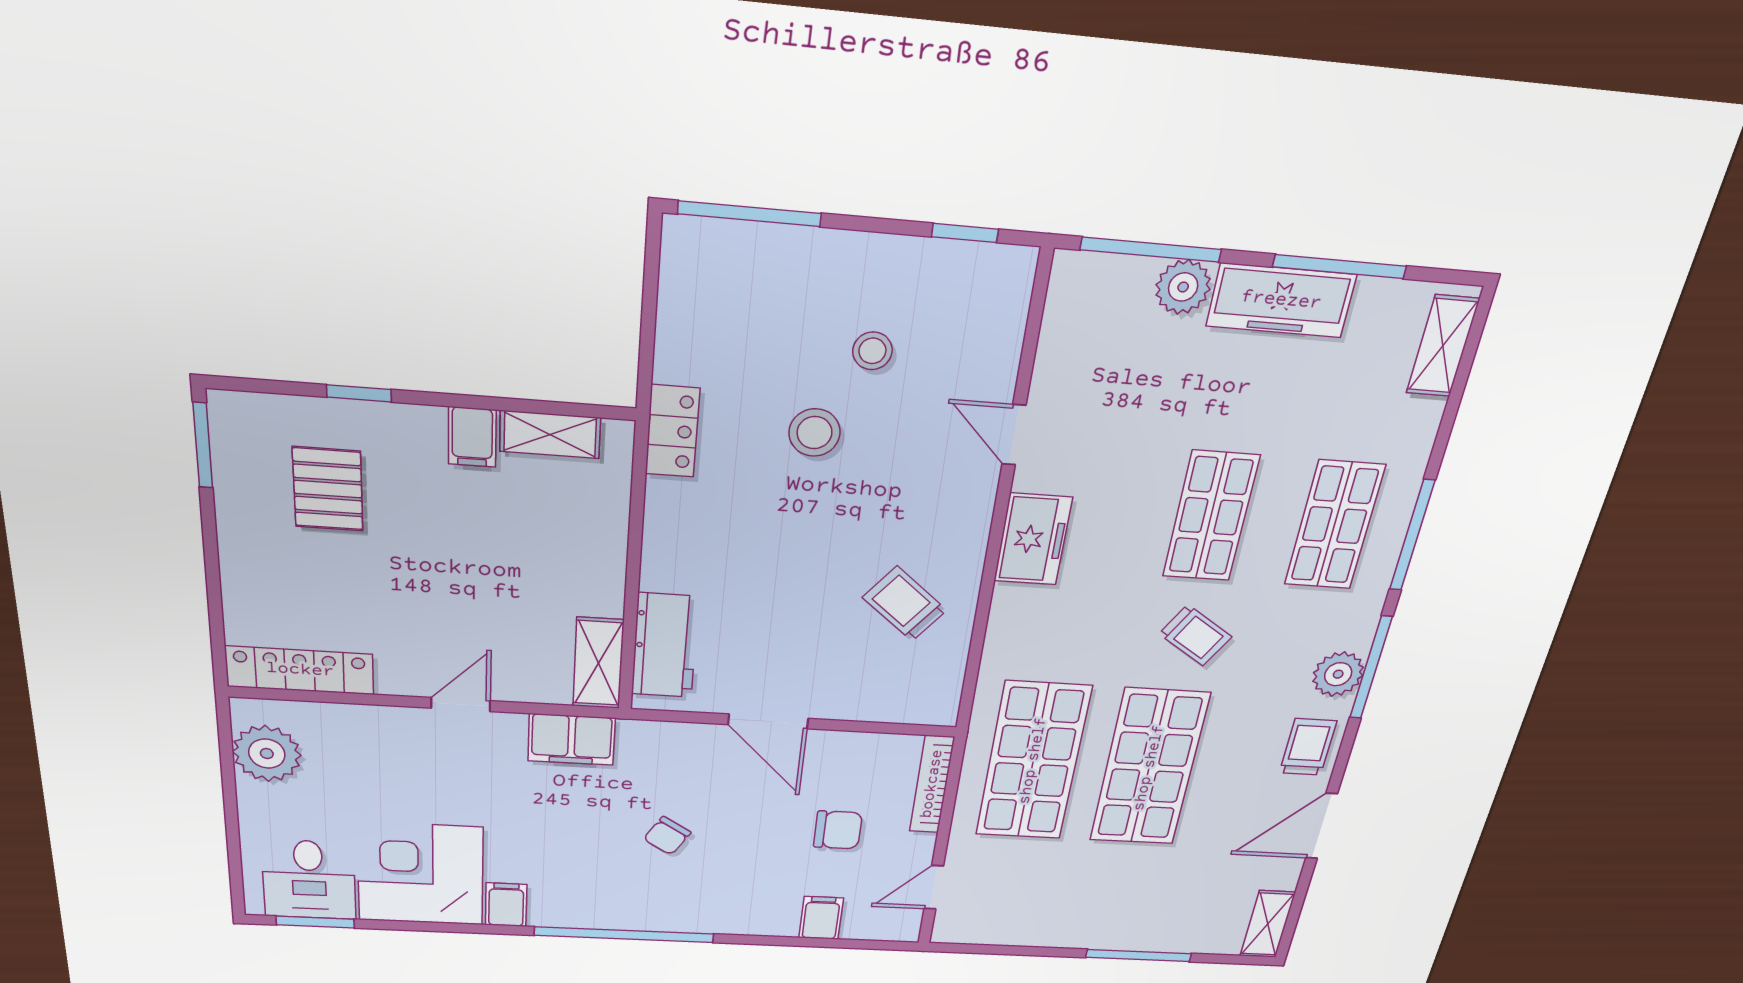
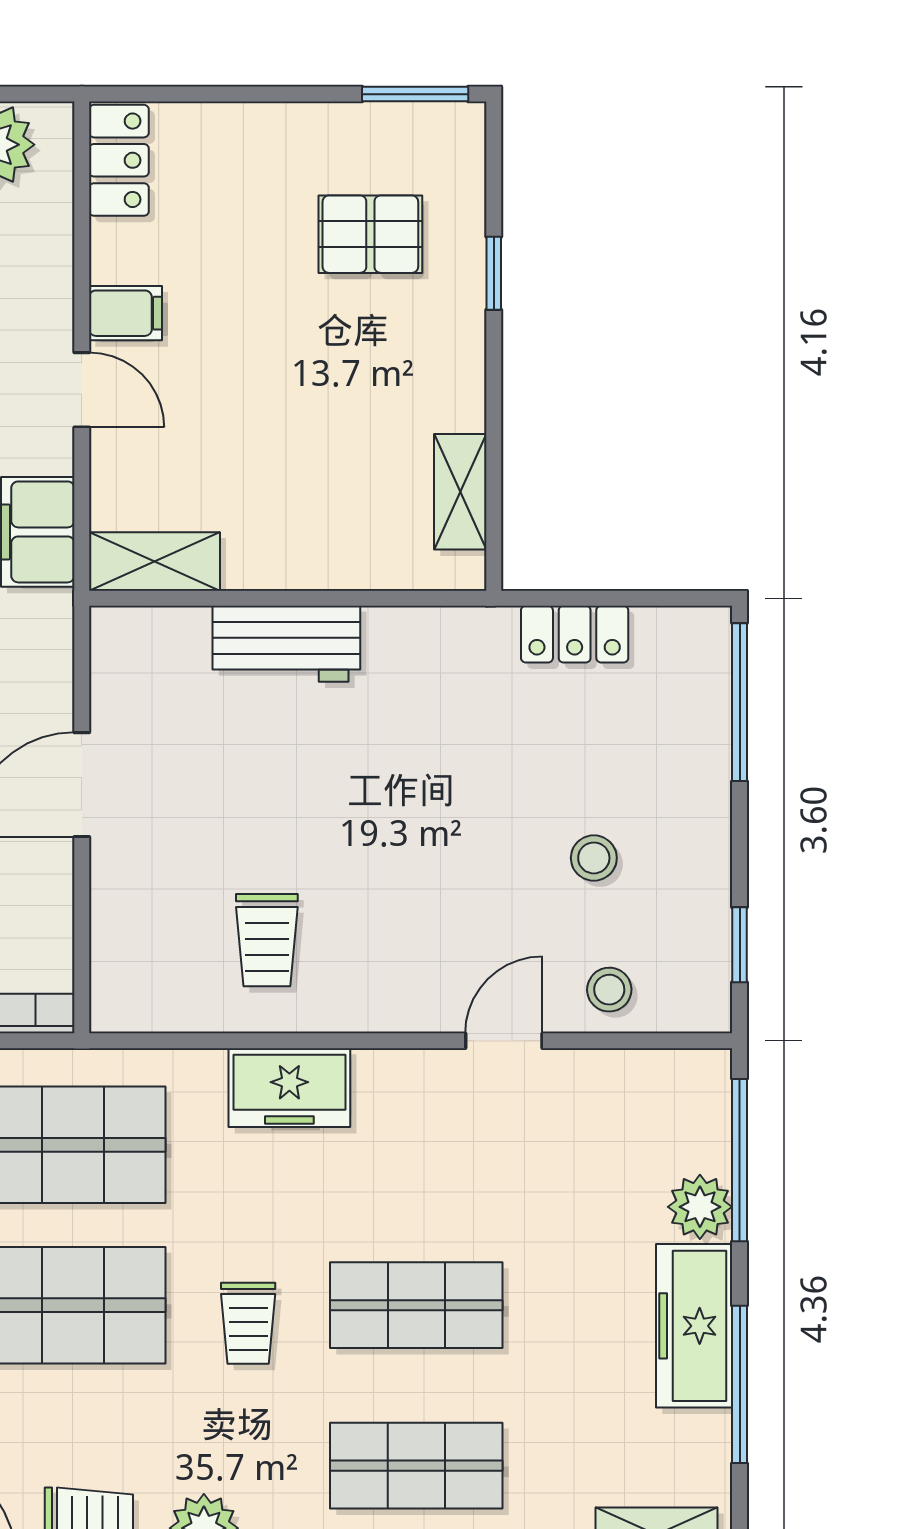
locker: (672, 431) -> (575, 634), moved
stool: (815, 433) -> (609, 990), moved, width x0.73, depth x0.73
filing cabinet: (472, 437) -> (125, 313), moved, turned 180
freezer: (1033, 539) -> (289, 1088), moved
trolley: (905, 604) -> (267, 940), turned 141
trolley: (1195, 635) -> (248, 1323), turned -32
workbench: (665, 646) -> (286, 644), moved
locker: (300, 670) -> (119, 160), width x0.66

